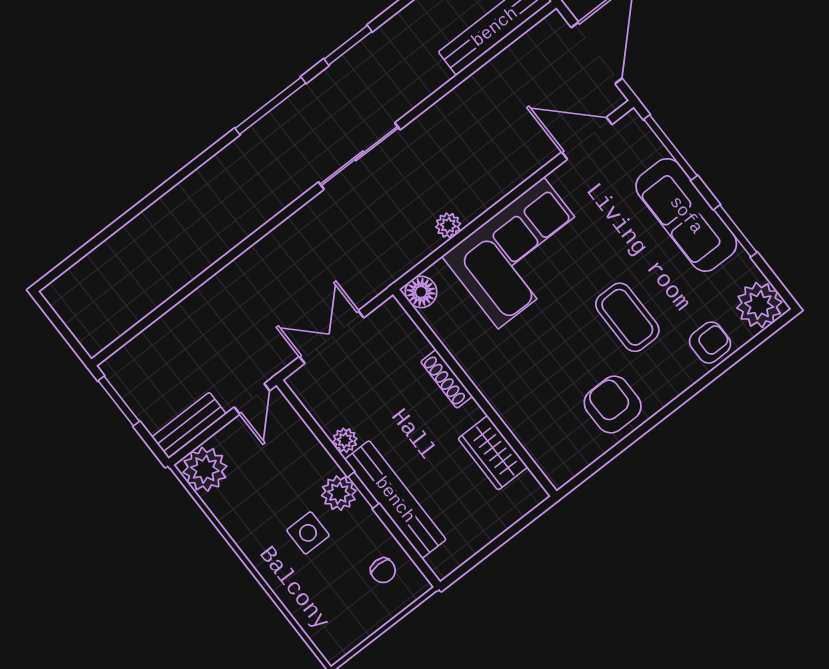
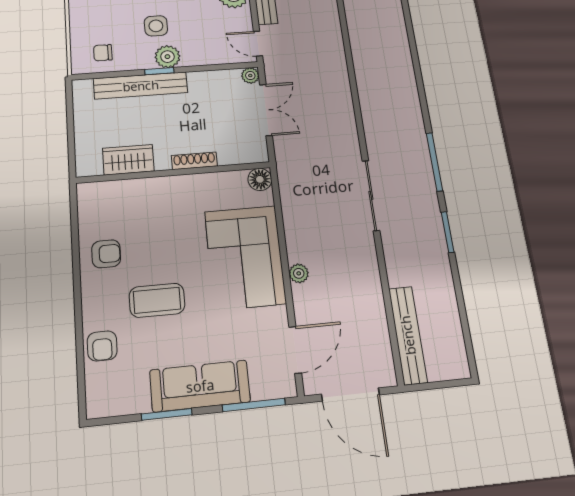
plant: (448, 225) -> (299, 273), moved
plant: (759, 305) -> (104, 398), removed
armchair: (613, 404) -> (106, 254), width x0.72, depth x0.72
plant: (345, 440) -> (250, 76), moved

